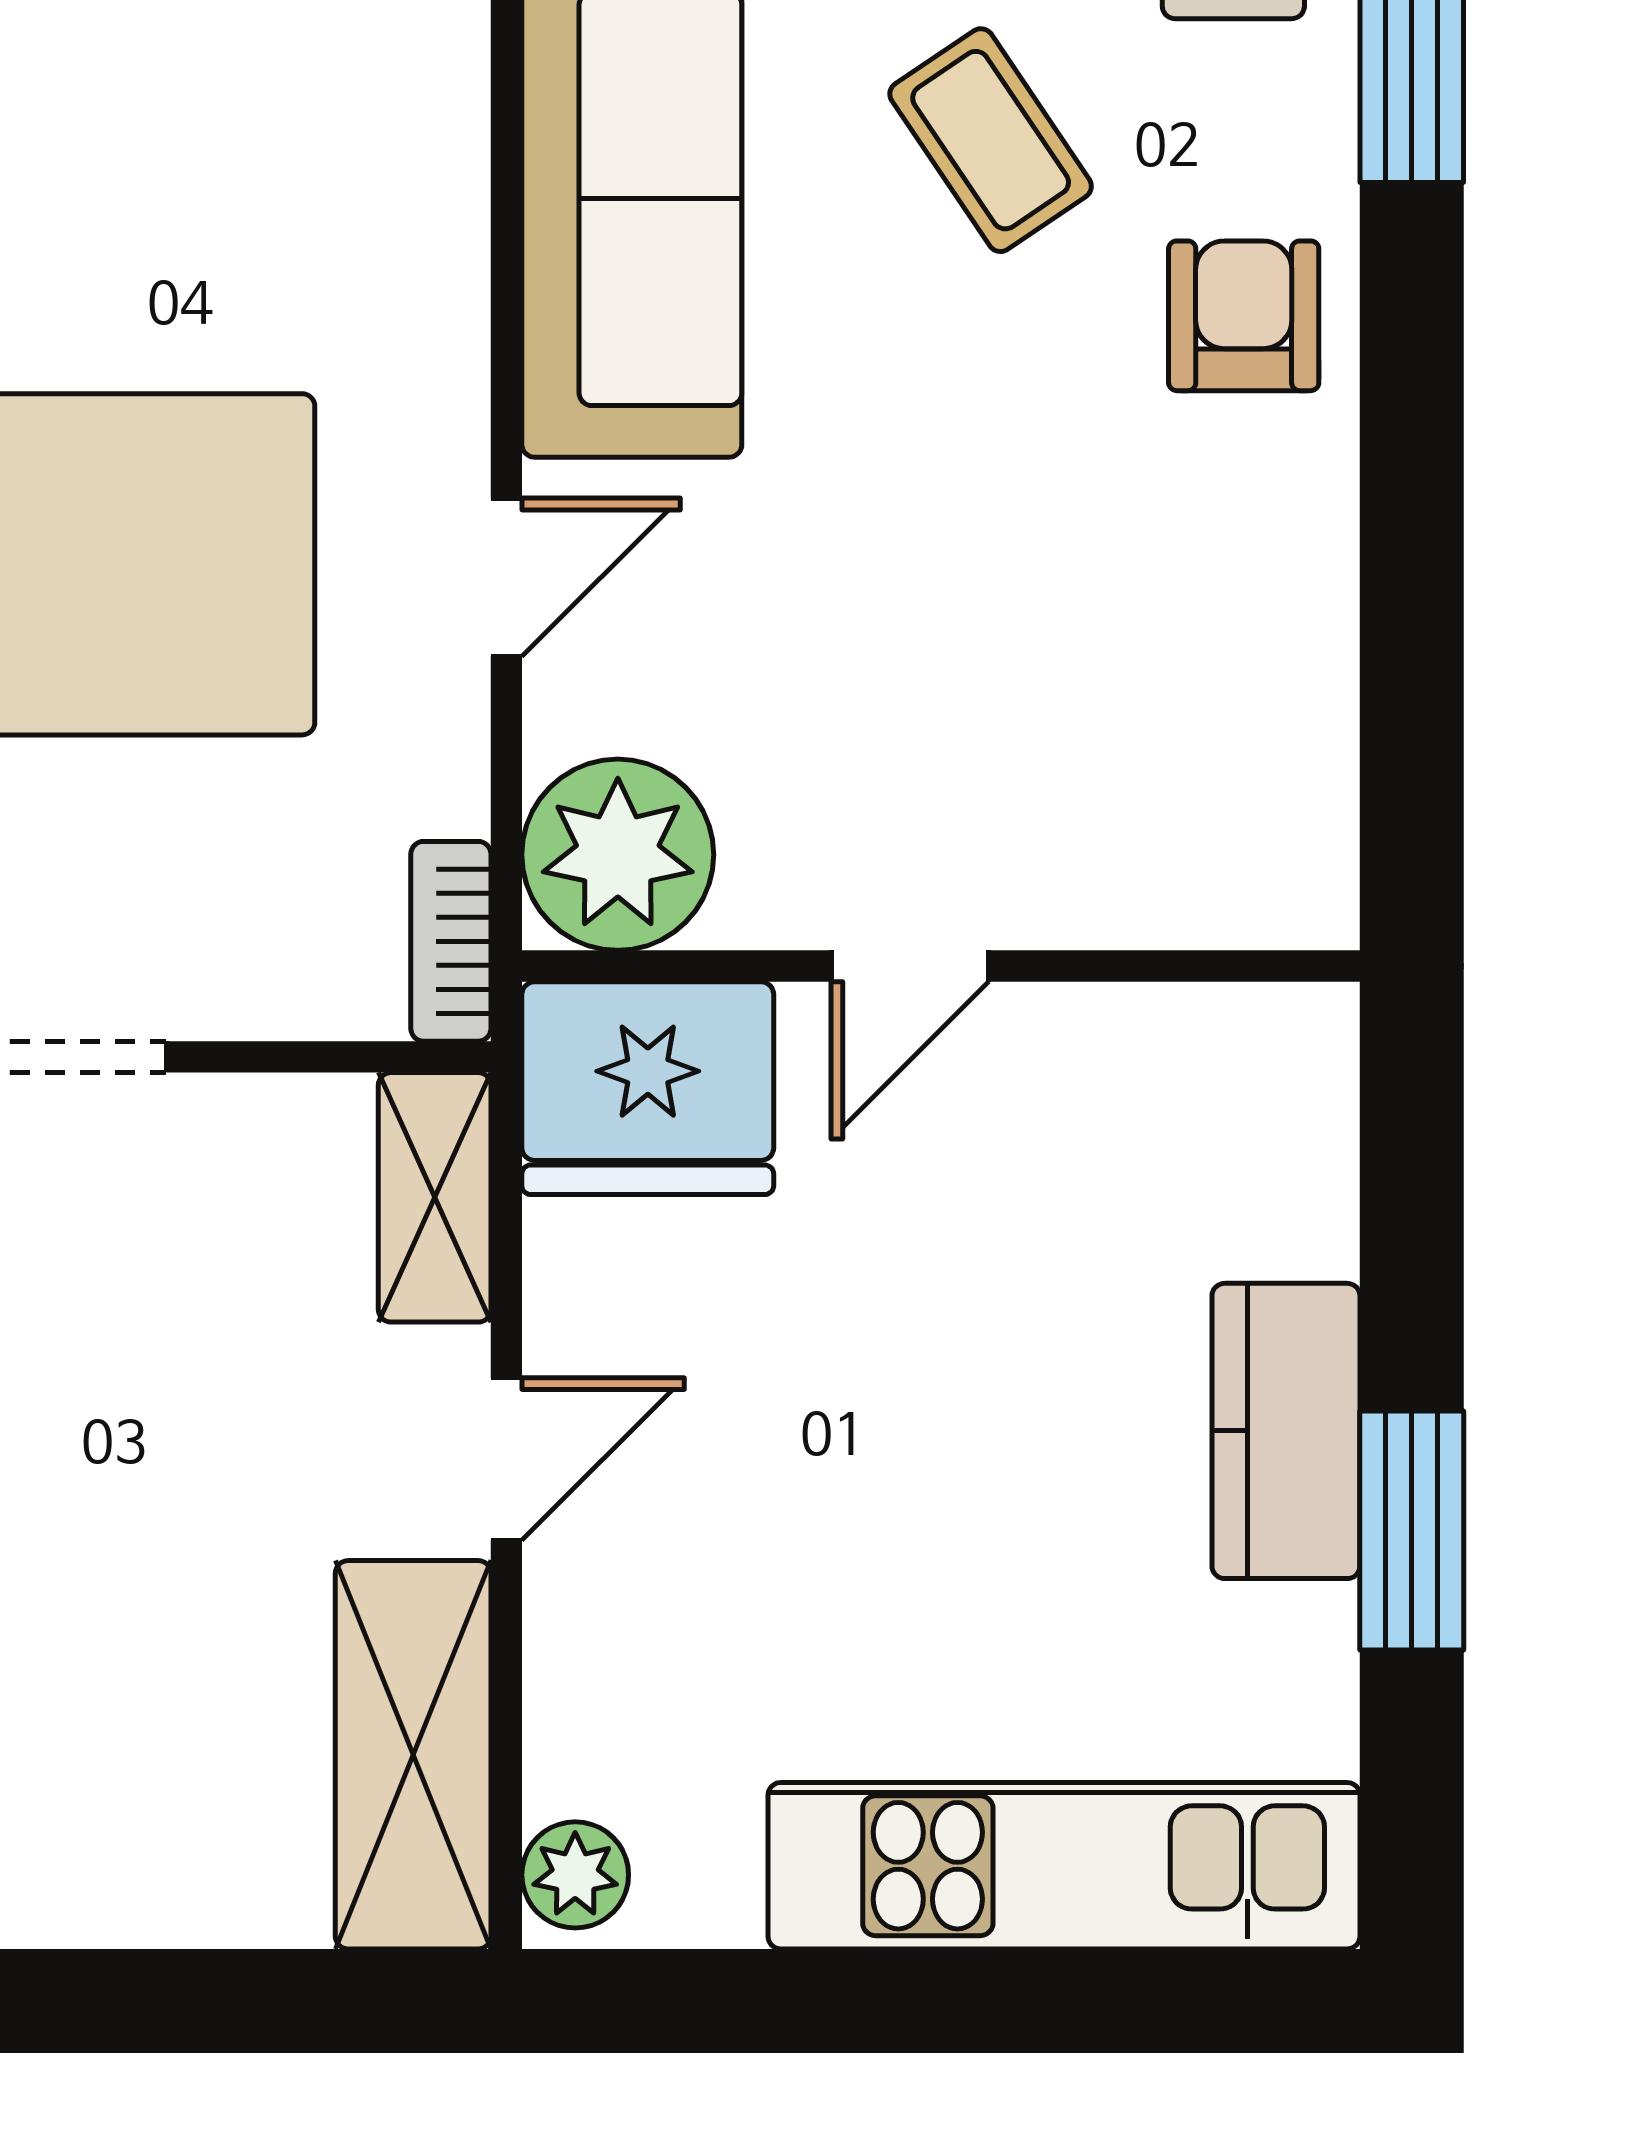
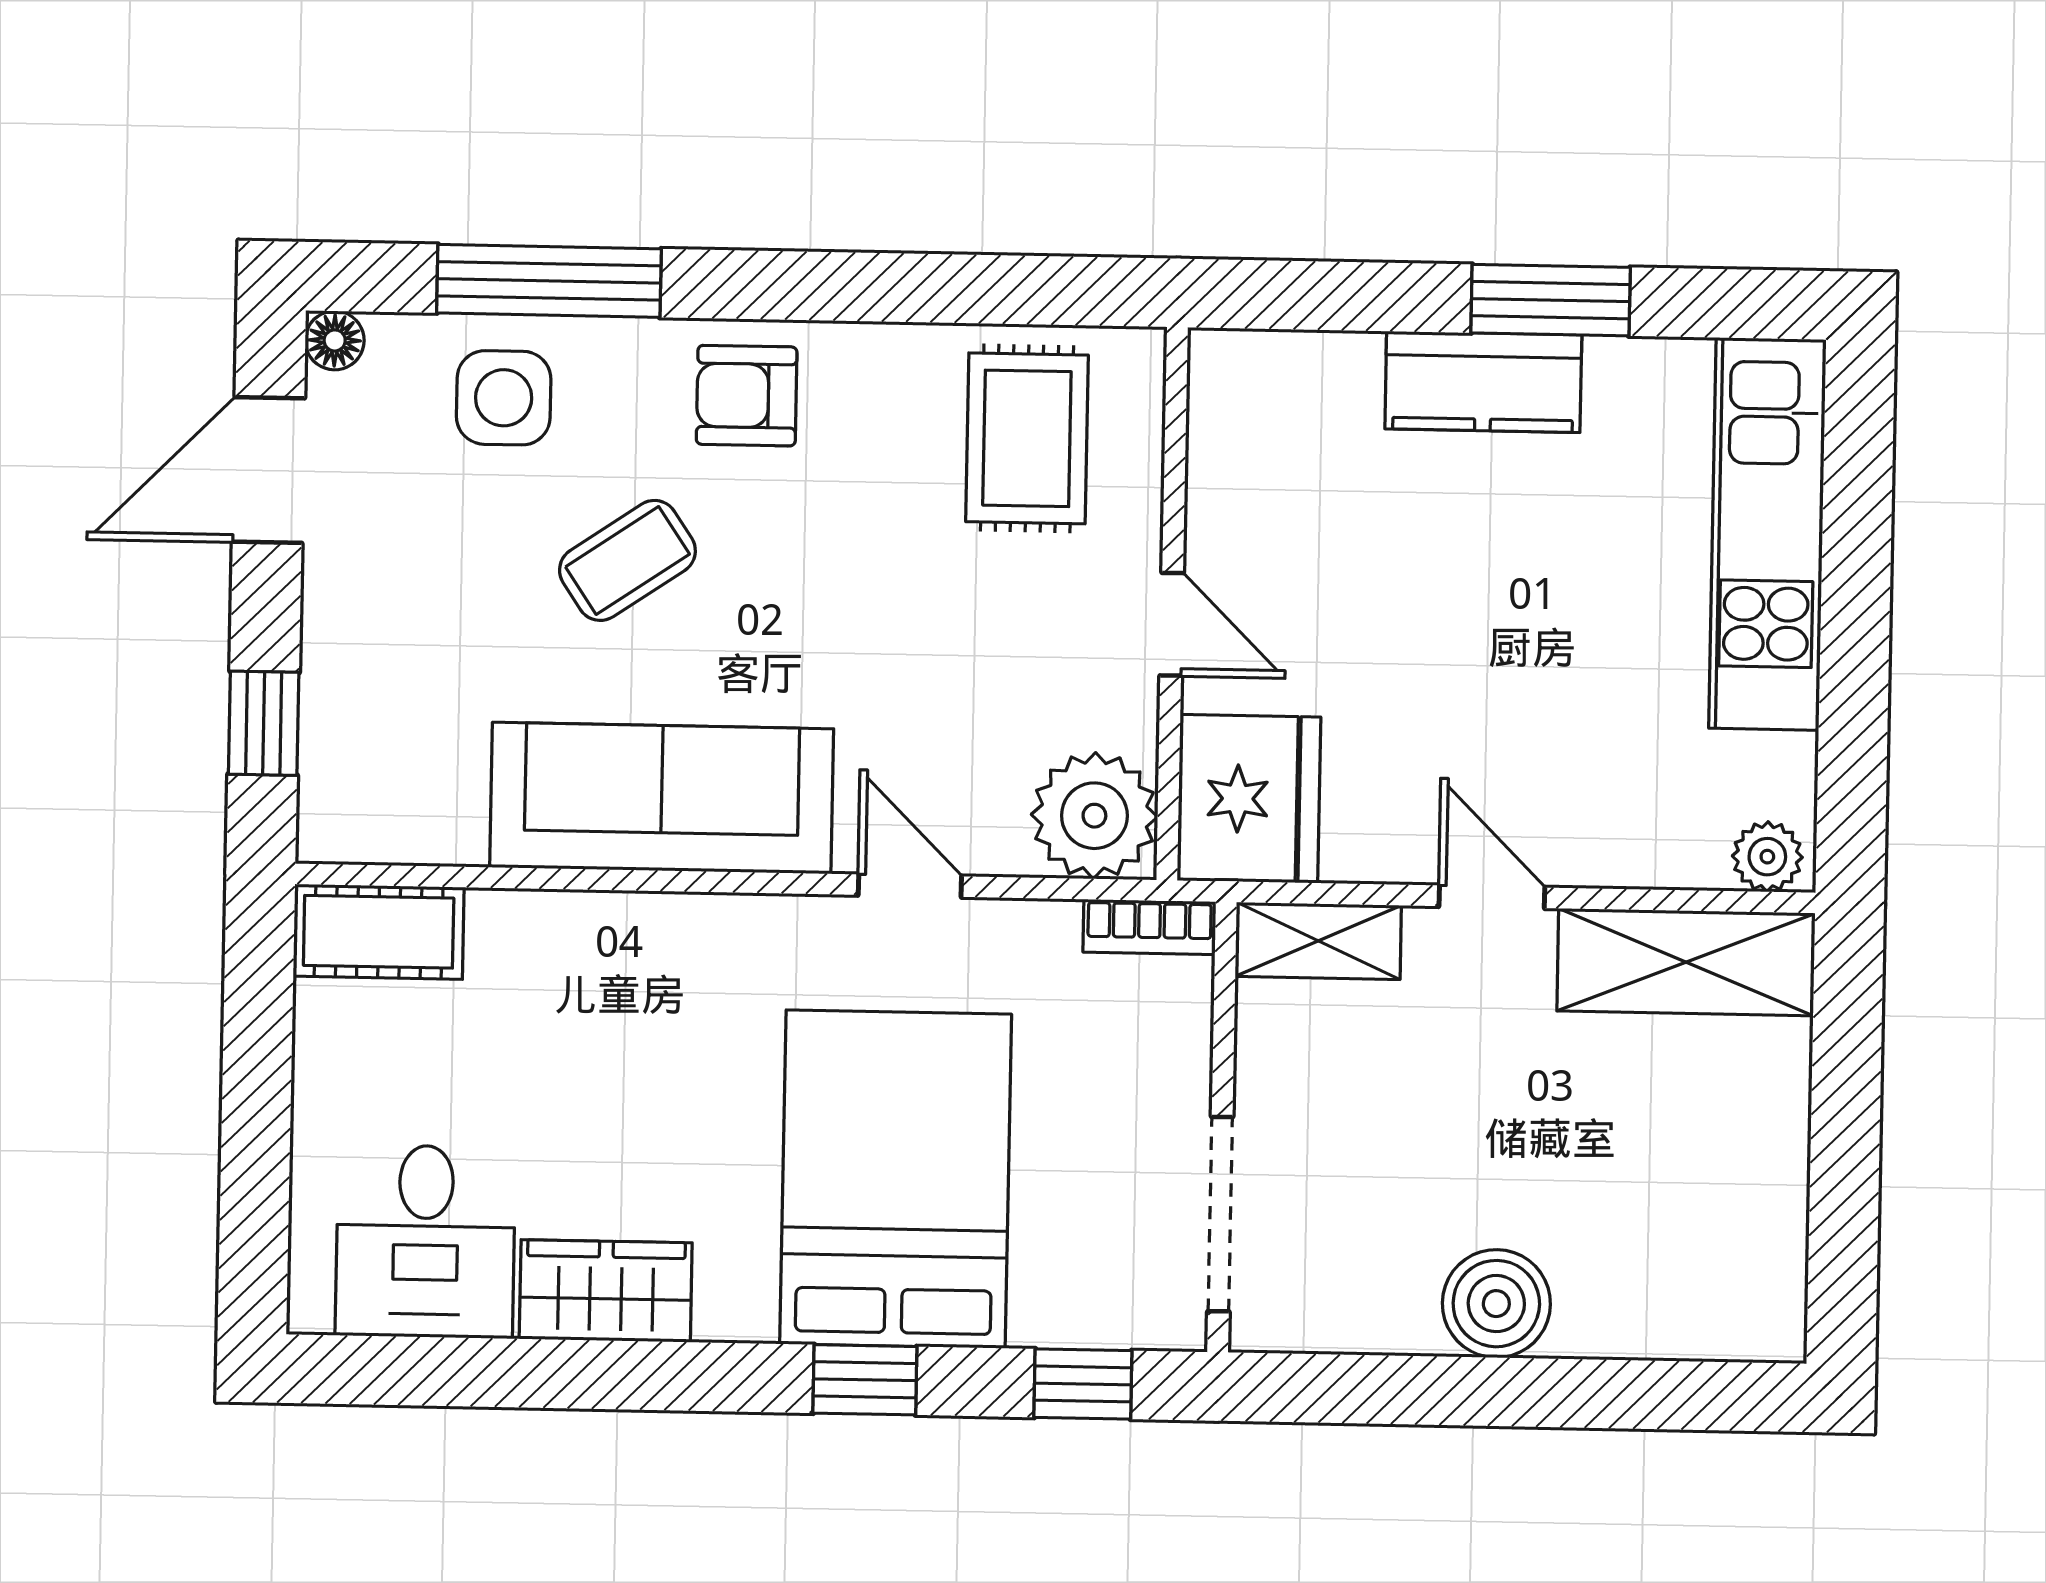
rug: (1187, 742) -> (1027, 438), added

